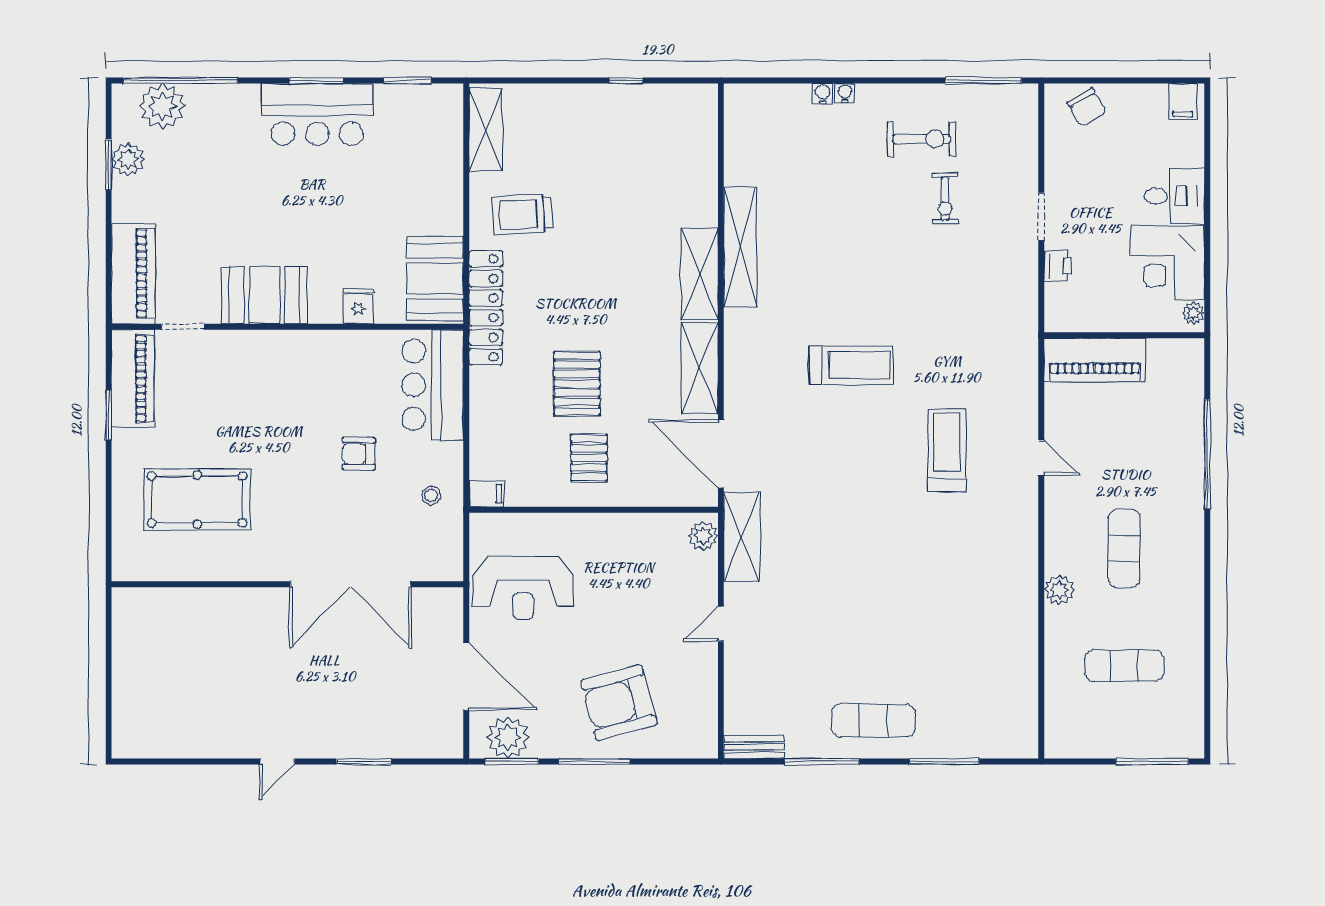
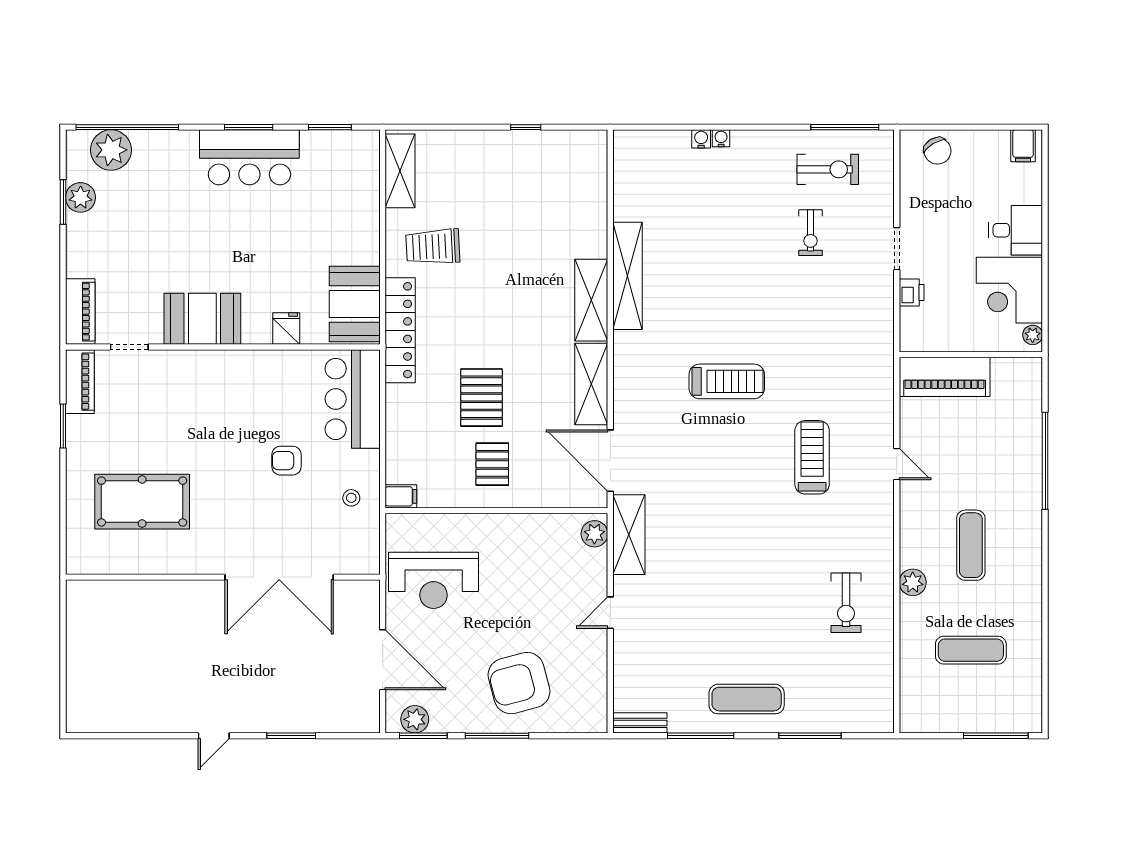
exercise bike: (922, 139) -> (828, 169), moved
piano: (133, 274) -> (80, 312), width x0.73, depth x0.75
piano: (133, 378) -> (80, 382), width x0.73, depth x0.75
exercise bike: (985, 613) -> (846, 603), added
plant: (508, 738) -> (415, 719), width x0.73, depth x0.73

